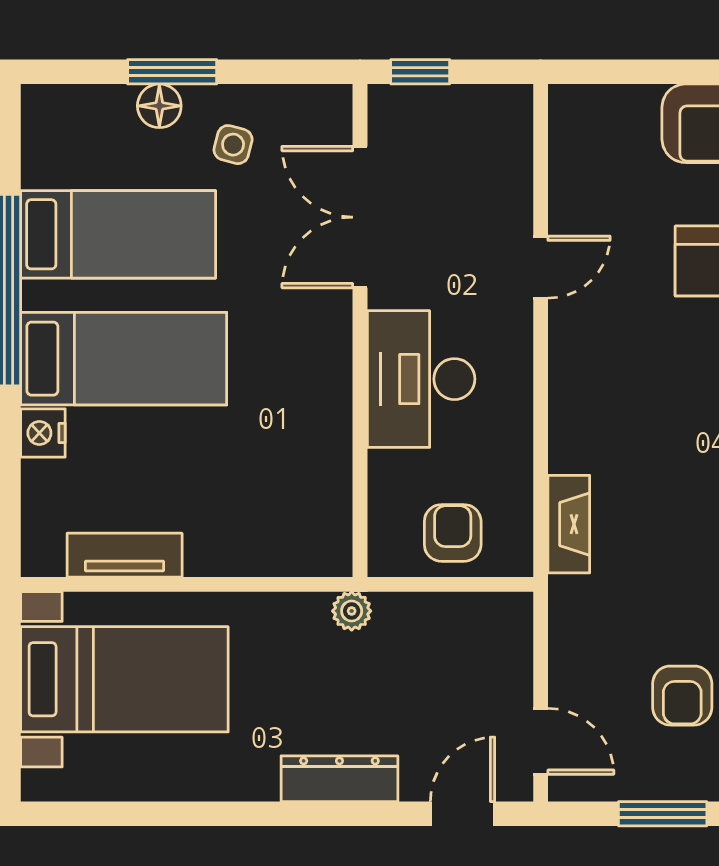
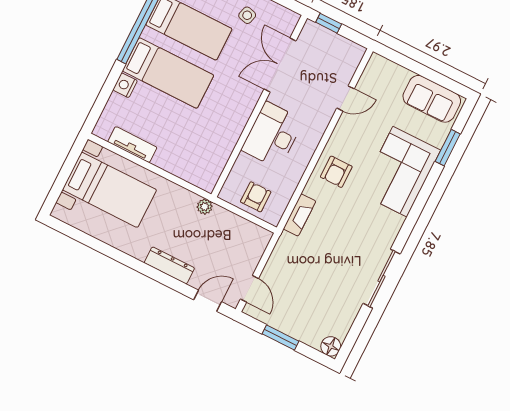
door: (541, 267) -> (346, 98), moved
armchair: (682, 696) -> (336, 172), moved

